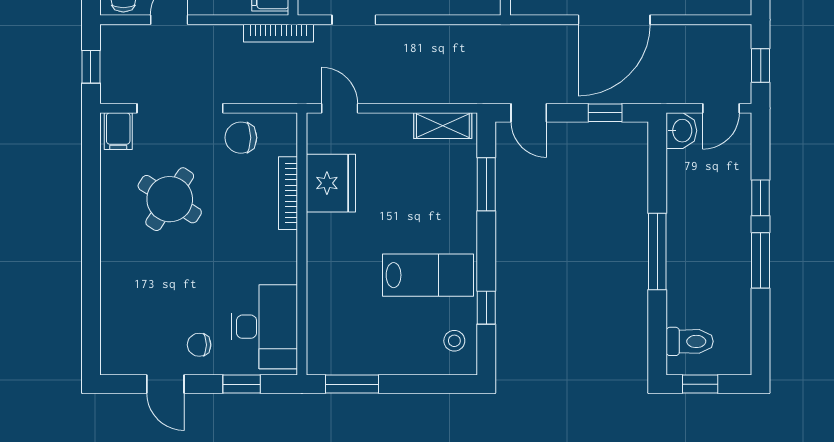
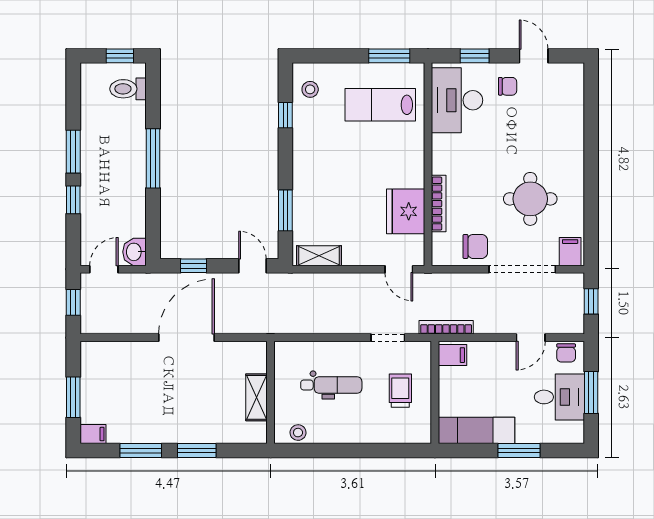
round table: (170, 199) -> (530, 199), turned -33
lab bench: (428, 275) -> (380, 105), moved

